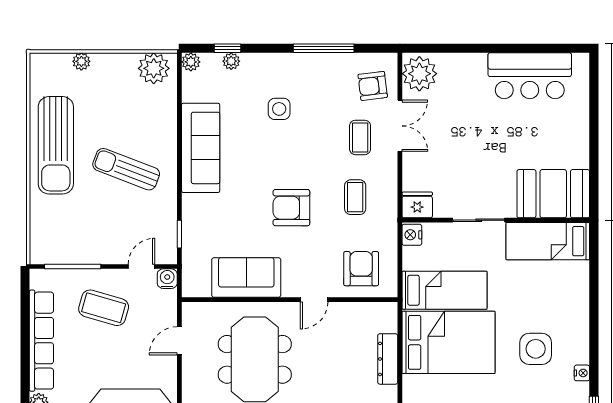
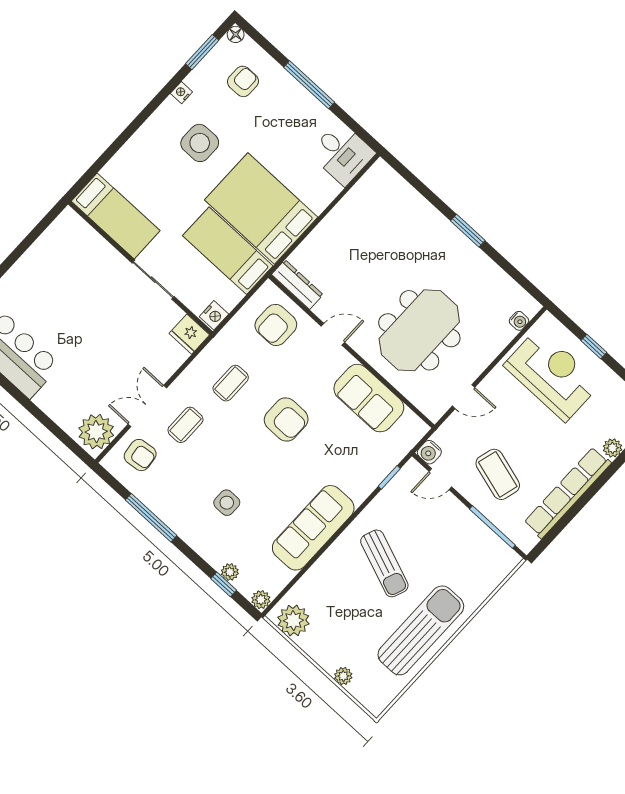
booth: (553, 194) -> (79, 248), removed
dresser: (388, 359) -> (297, 285), moved, turned -90

